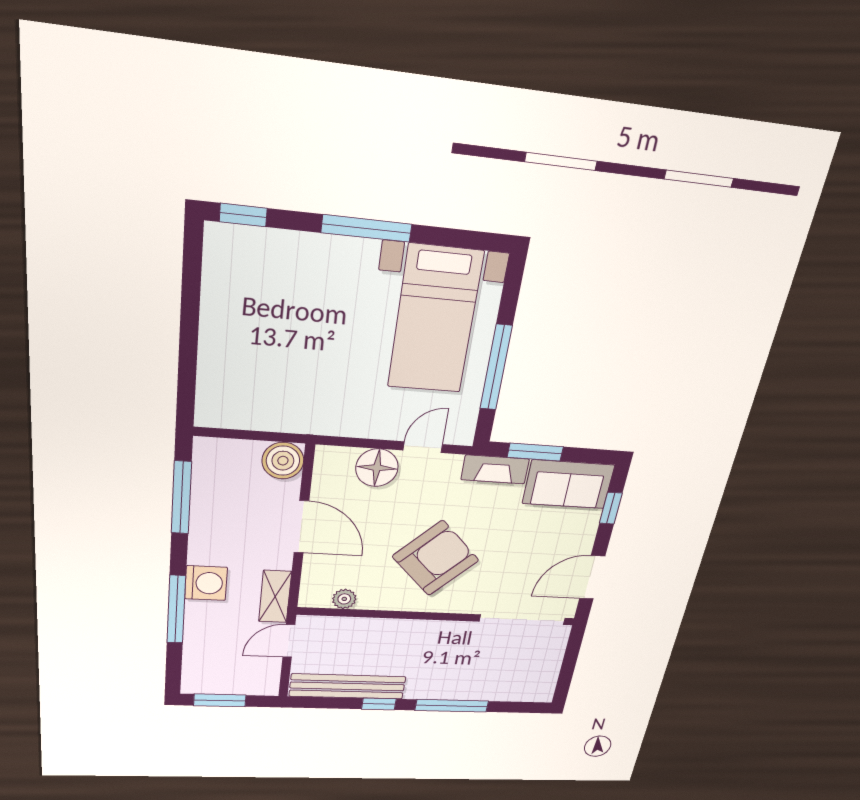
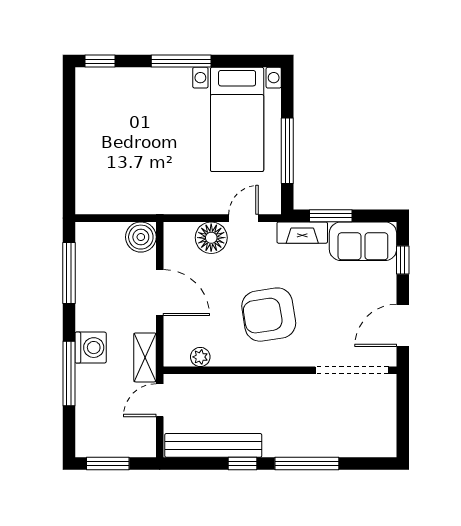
armchair: (436, 558) -> (269, 315), turned -144

